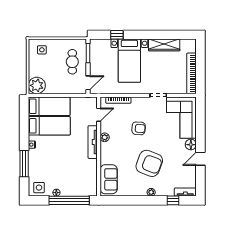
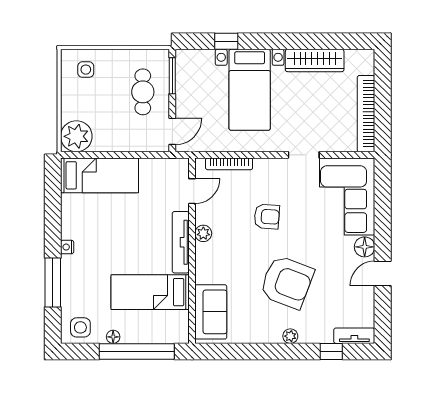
bed: (49, 126) -> (150, 292), moved, turned 180

